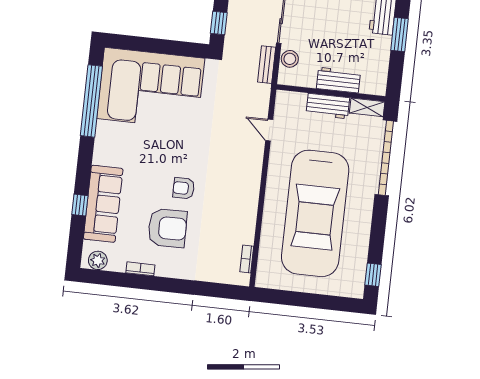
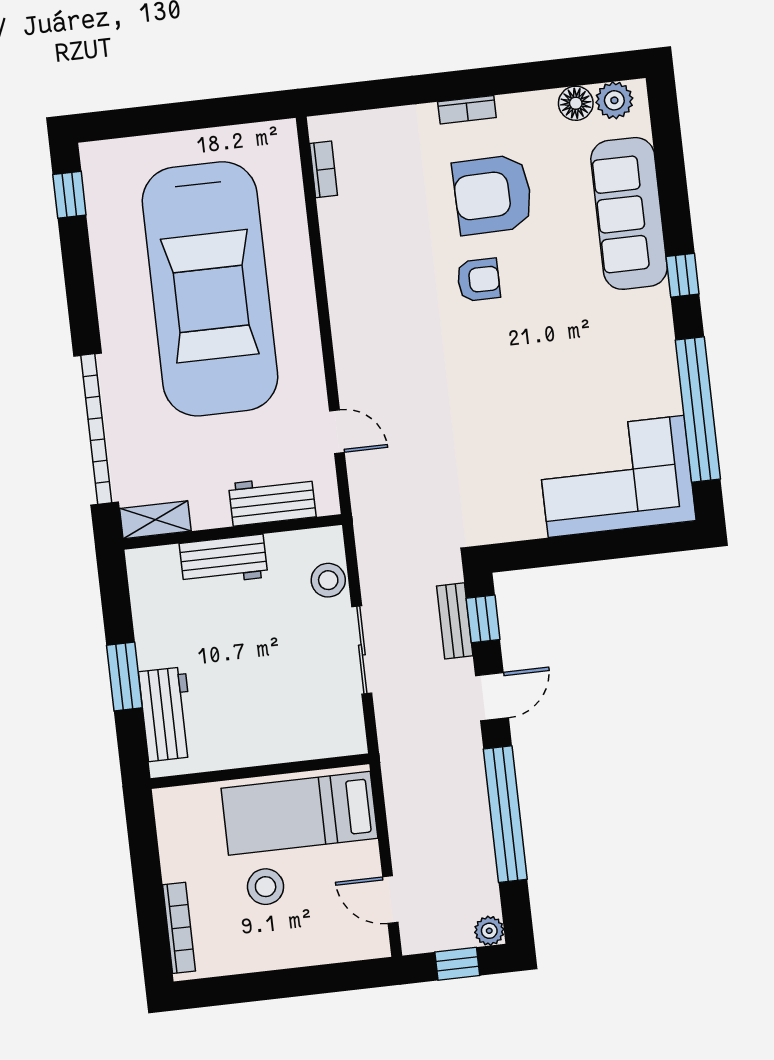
bench: (267, 65) -> (455, 621), moved
corner sofa: (151, 88) -> (616, 476), width x0.73, depth x0.74
workbench: (328, 106) -> (272, 500), moved
window: (80, 205) -> (683, 275), moved
car: (315, 213) -> (210, 289), turned 180
floor lamp: (117, 263) -> (576, 103), added
bookcase: (140, 269) -> (467, 110), moved

